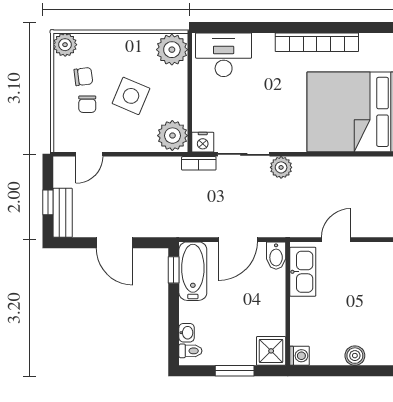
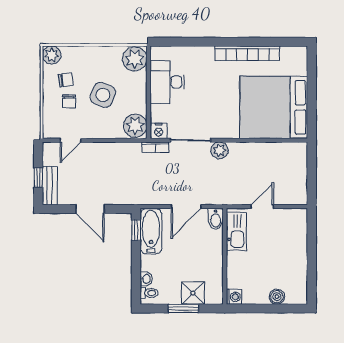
desk: (224, 55) -> (167, 82), moved, turned -90
shower: (271, 351) -> (193, 293), moved

